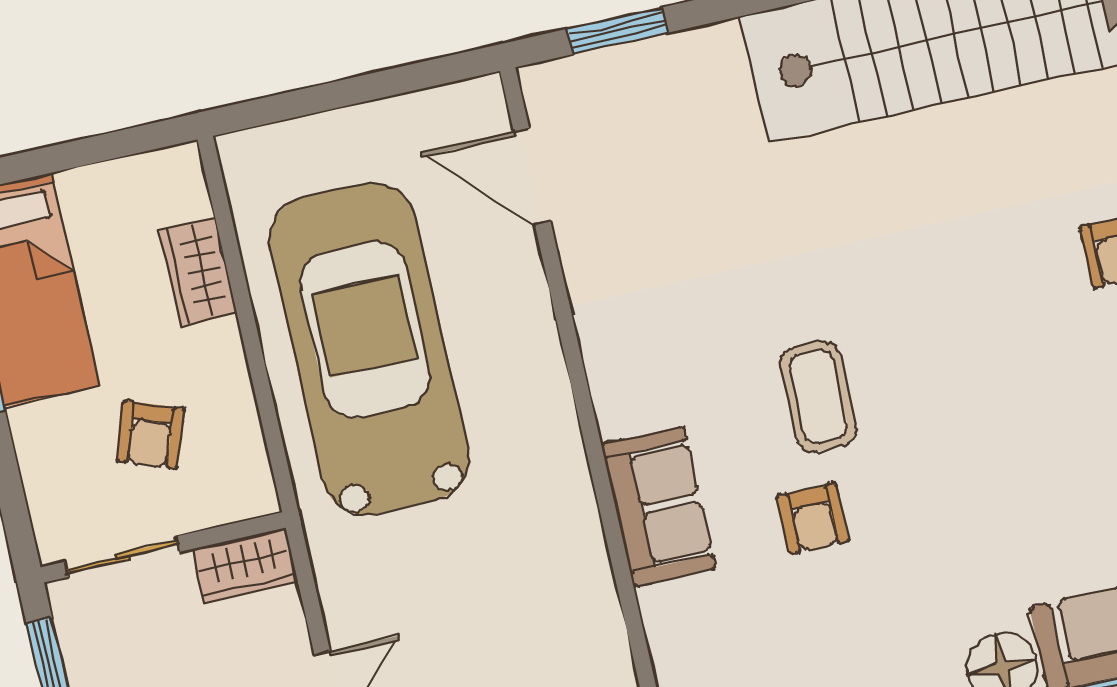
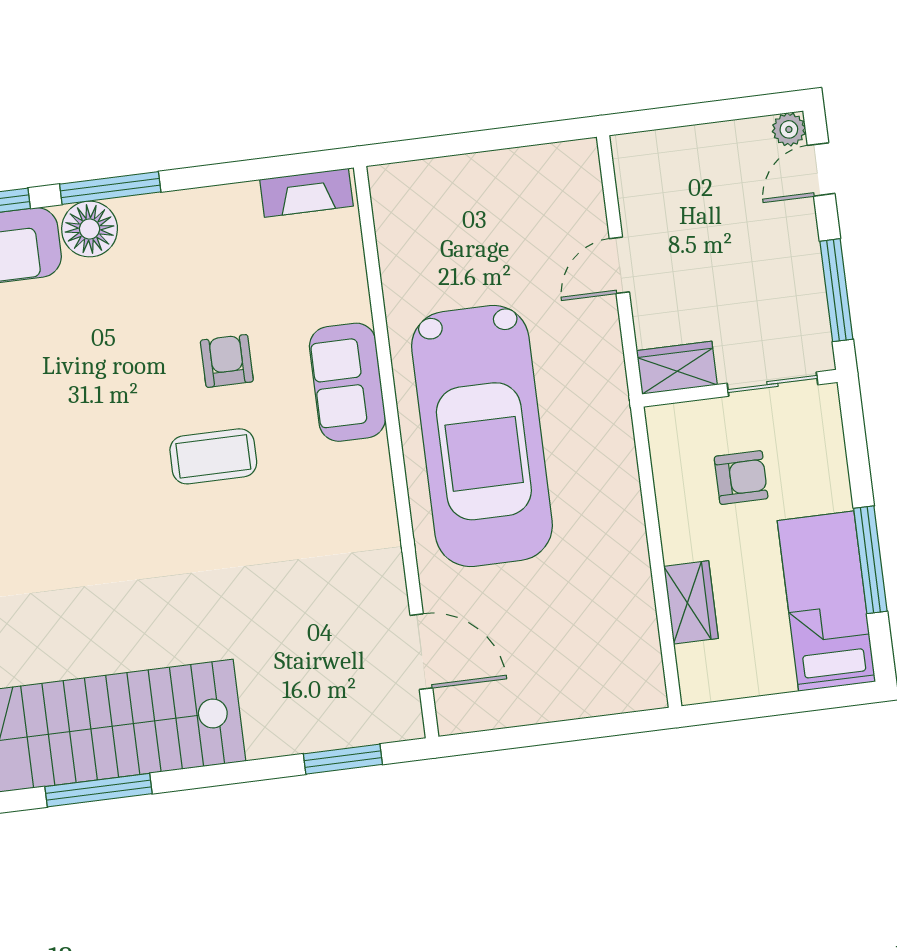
car: (369, 349) -> (482, 436), moved
coffee table: (818, 396) -> (213, 456), turned 90
armchair: (150, 435) -> (741, 478), turned 70

